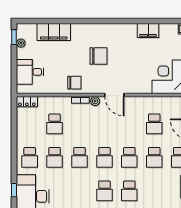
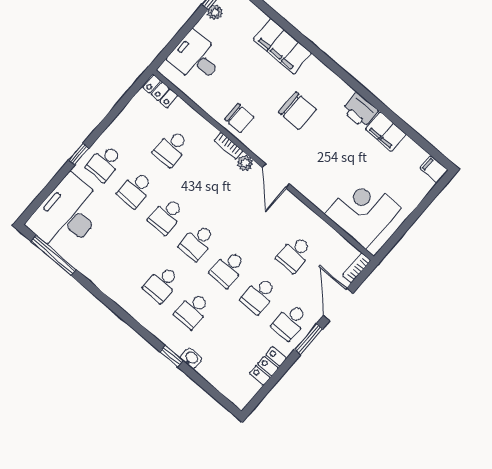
printer: (127, 31) -> (360, 110), added
filing cabinet: (54, 32) -> (282, 46), moved
window: (14, 190) -> (79, 154), moved

